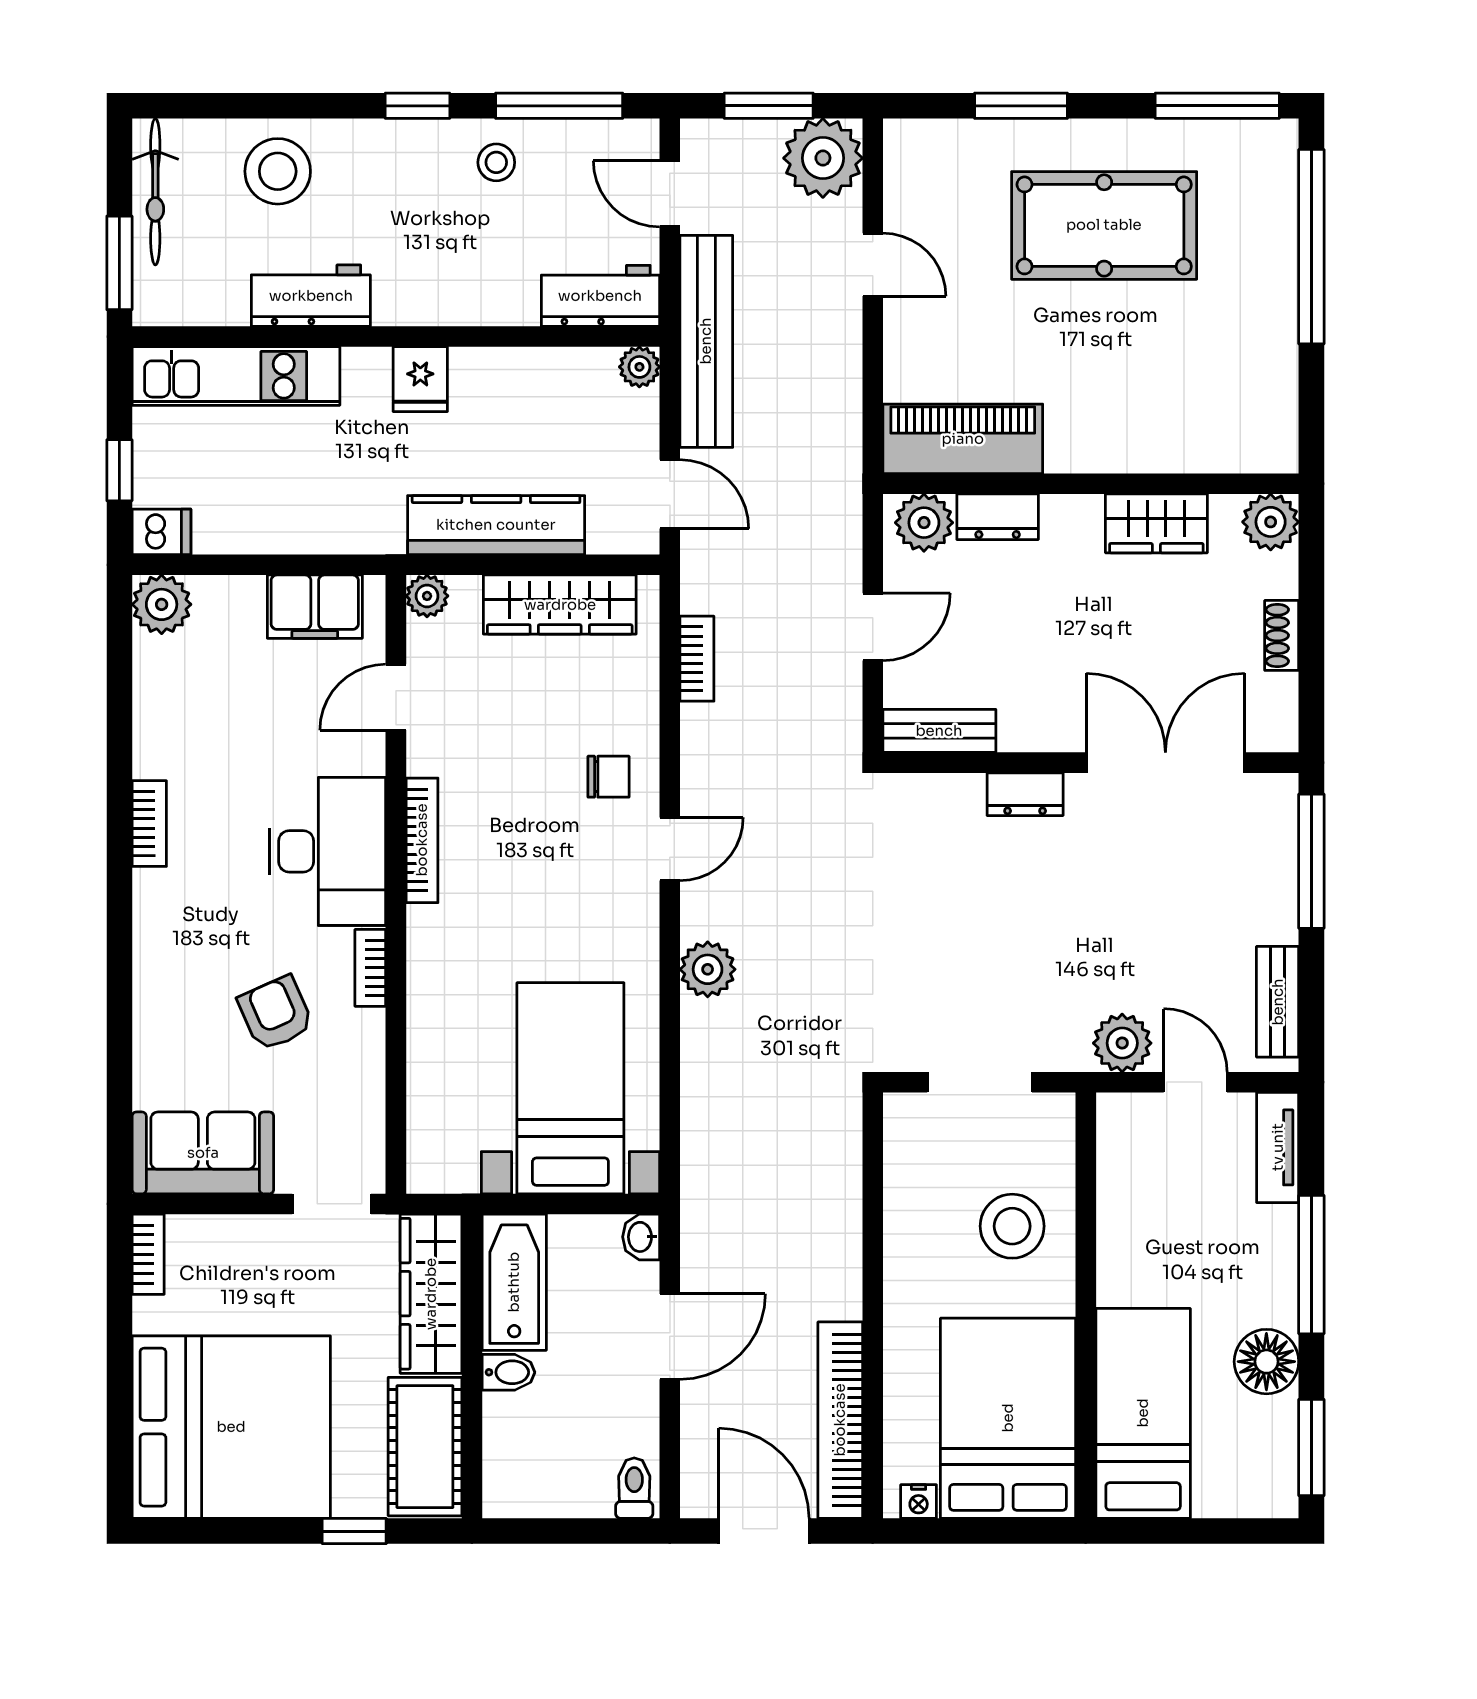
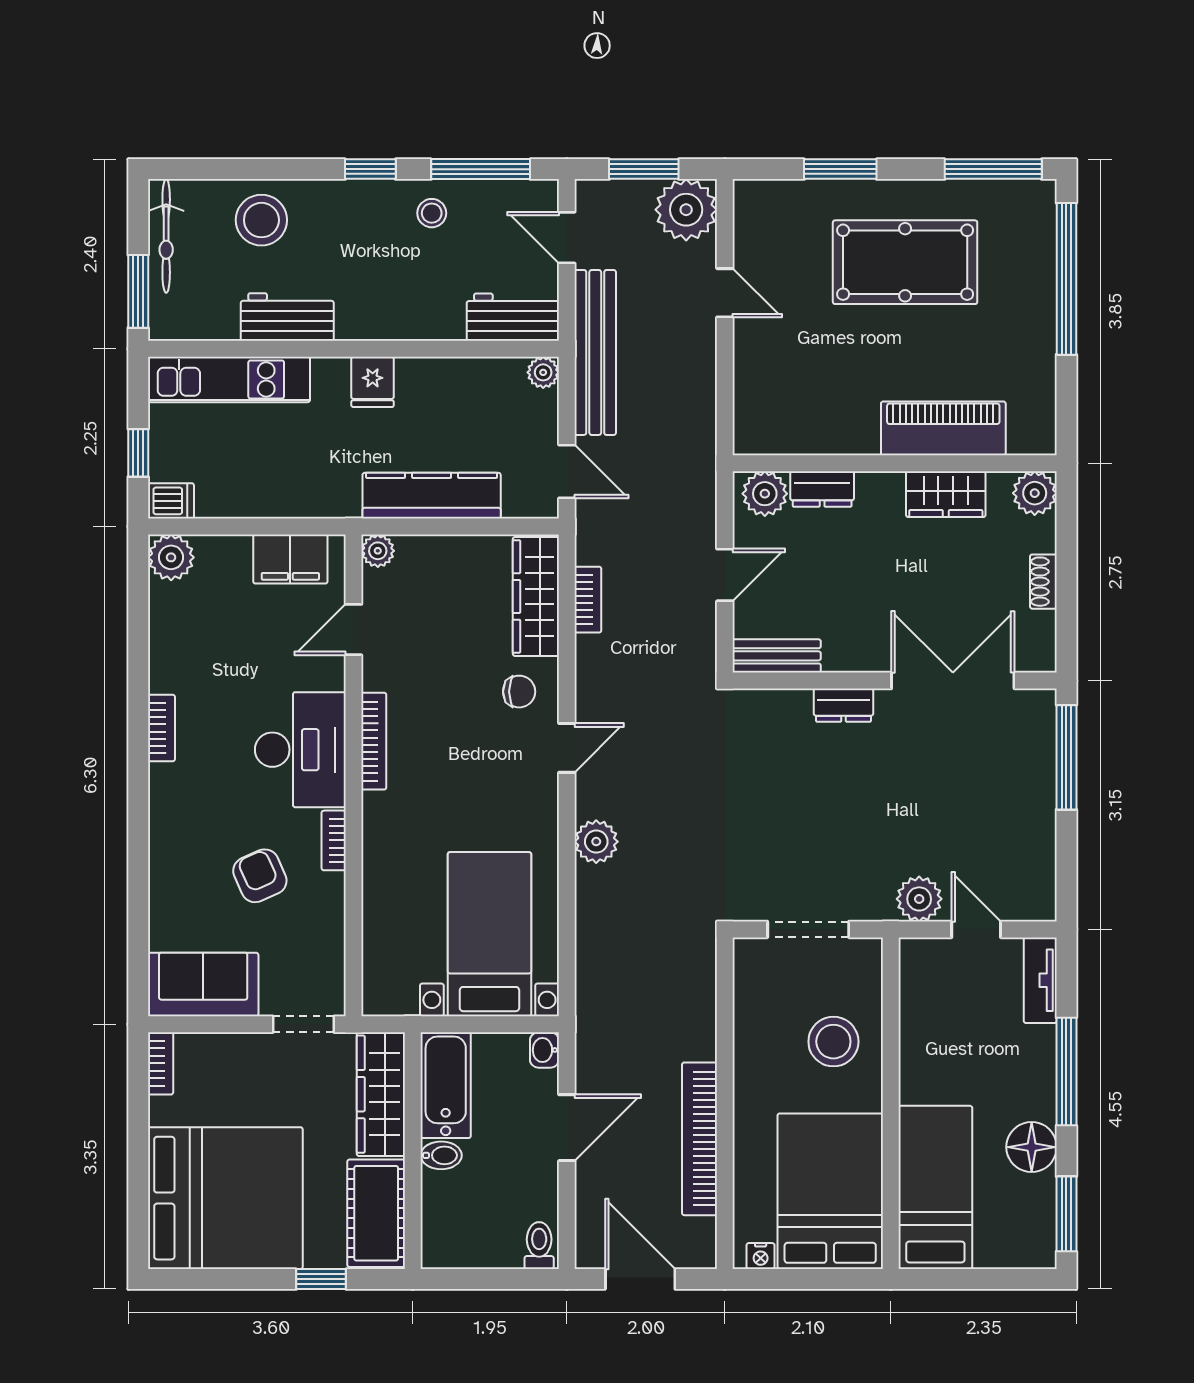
piano: (963, 439) -> (943, 428), moved
wardrobe: (560, 605) -> (536, 596), moved, turned 90
bench: (1278, 1002) -> (1040, 867), removed
bookcase: (840, 1420) -> (700, 1139), moved

